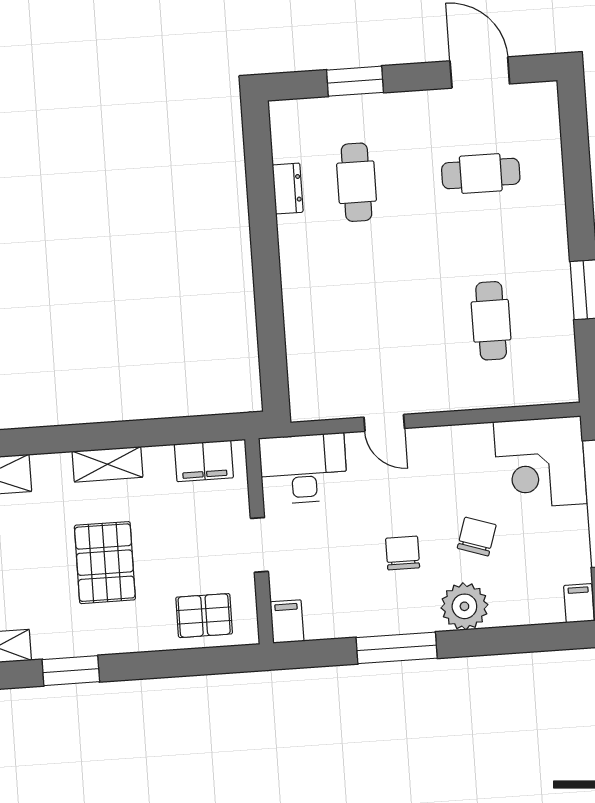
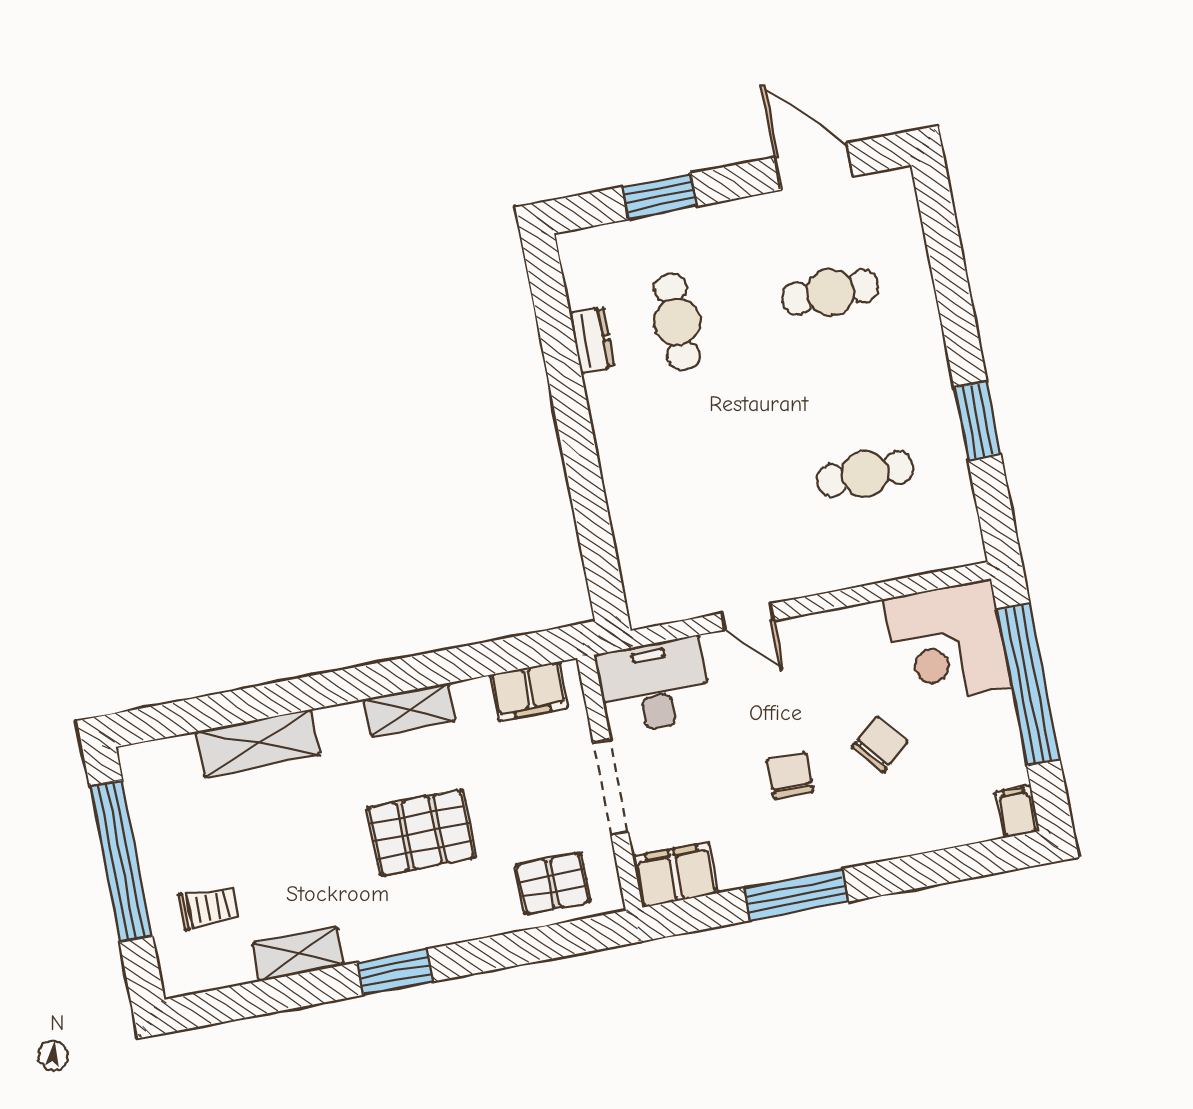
cafe table: (491, 321) -> (865, 474), turned 90
chair: (477, 537) -> (880, 744), turned 32
doorway: (259, 545) -> (611, 787), width x1.38
pallet: (105, 563) -> (421, 833), turned 90
plant: (464, 606) -> (875, 833), removed
filing cabinet: (287, 622) -> (676, 875), width x2.00

